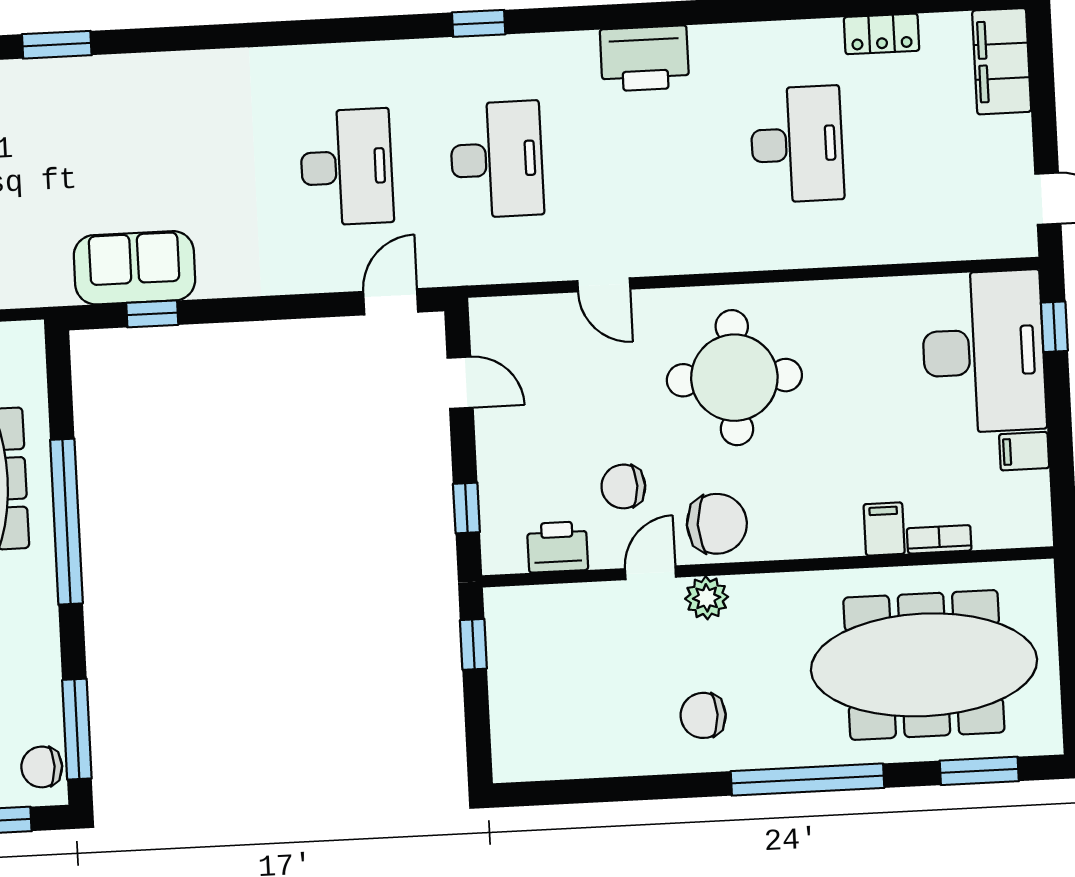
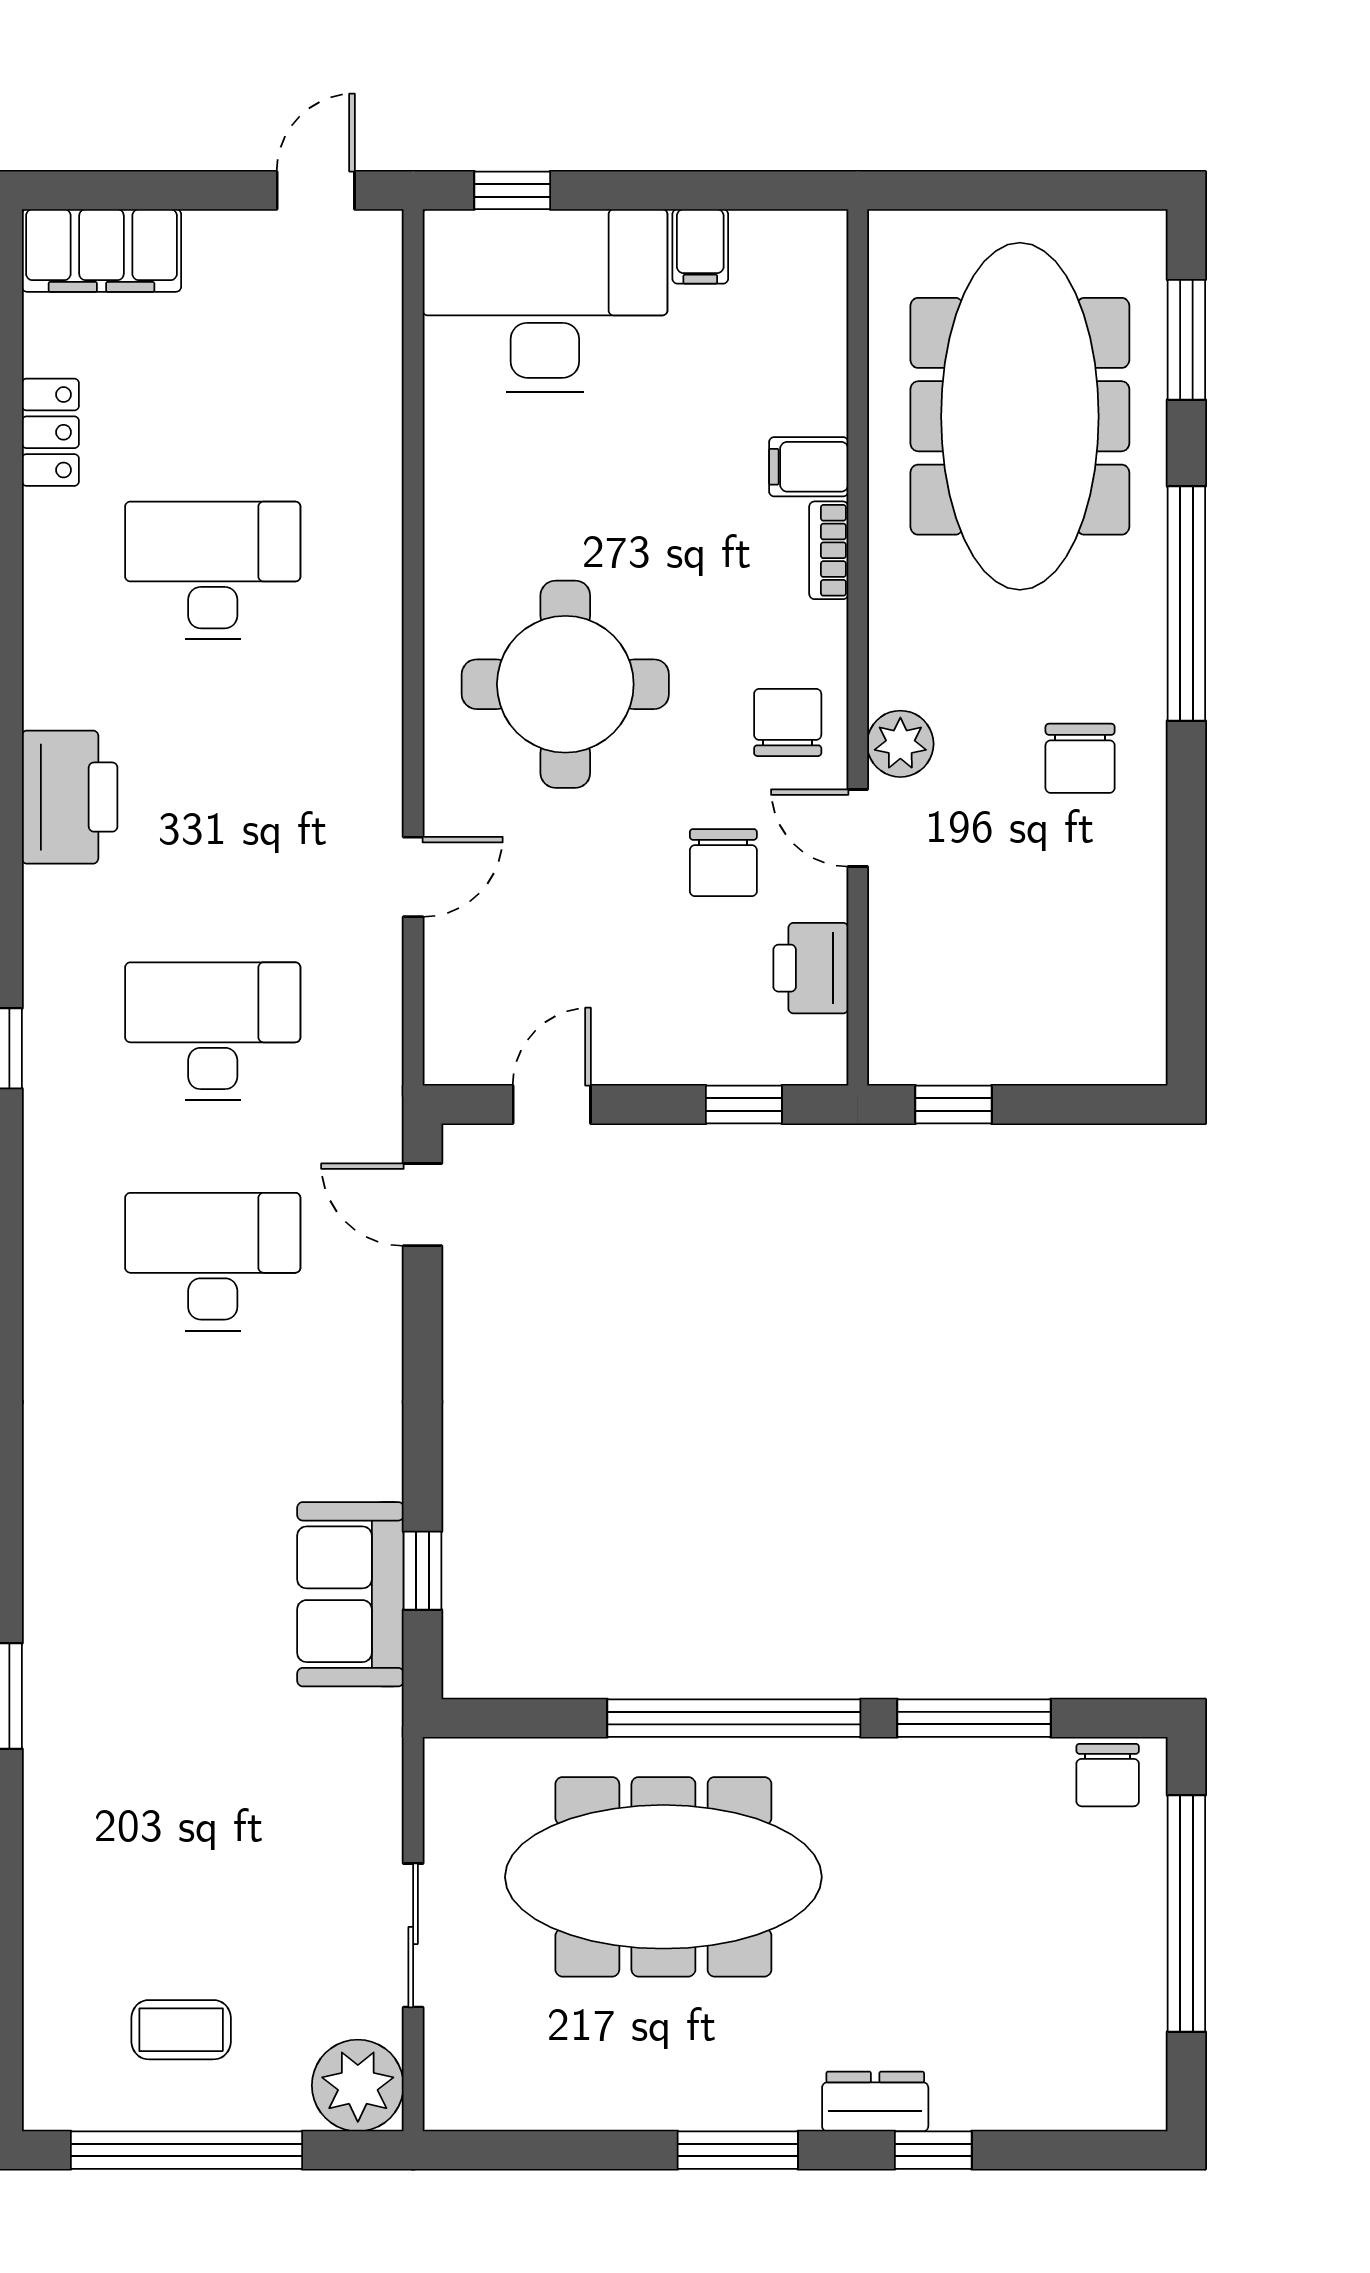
chair: (717, 524) -> (788, 722), width x0.73, depth x0.73
bookcase: (939, 539) -> (829, 550), moved
window: (77, 729) -> (974, 1718), moved

